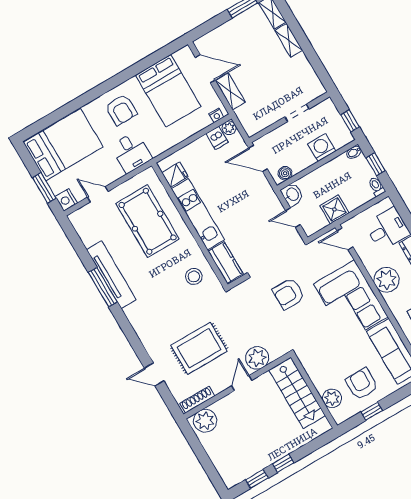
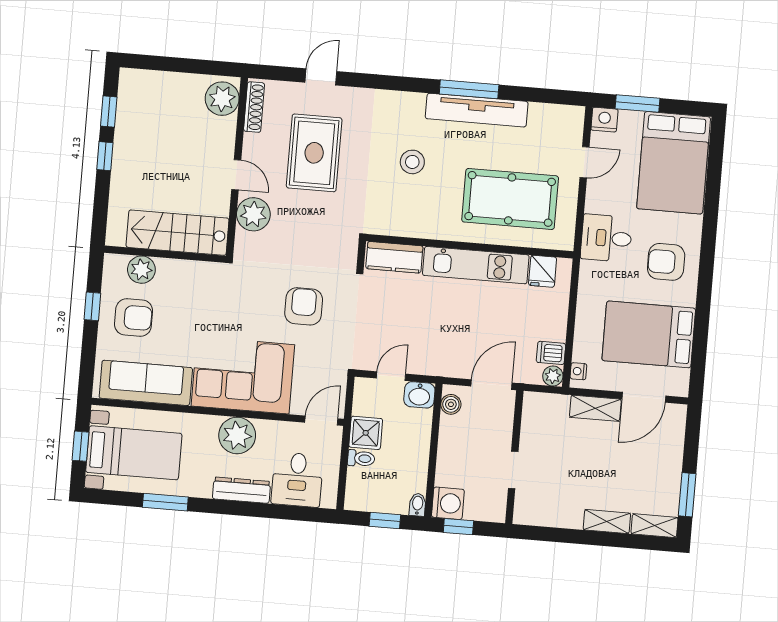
washing machine: (322, 147) -> (448, 503), moved
toilet: (377, 187) -> (361, 458), moved
stool: (194, 277) -> (412, 162), moved

